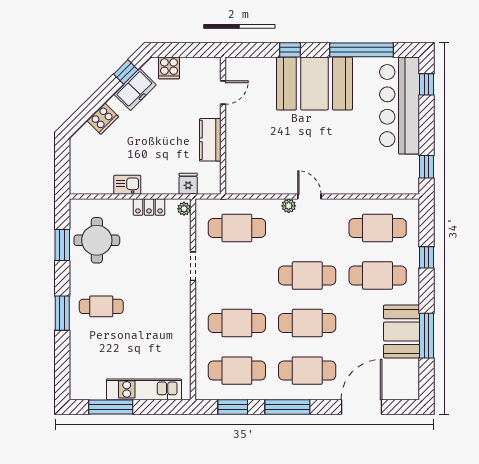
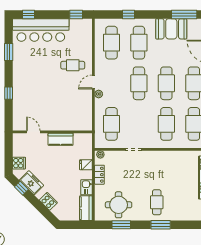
window: (362, 50) -> (9, 52), width x0.47
booth: (314, 83) -> (28, 79), removed
cafe table: (338, 161) -> (73, 65), added
kitchen counter: (91, 184) -> (86, 208), added
fridge: (188, 184) -> (86, 165), moved
window: (426, 336) -> (184, 14), moved

